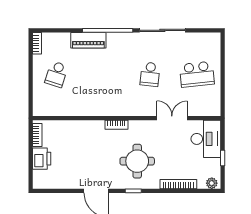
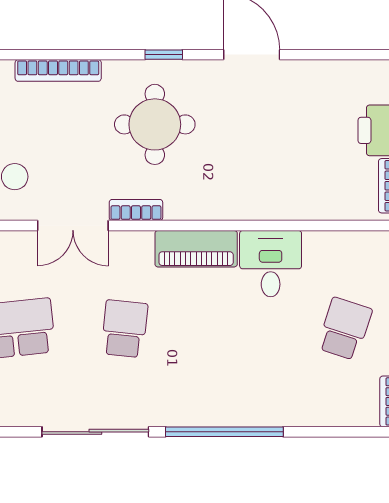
piano: (88, 40) -> (196, 249), moved, turned 180
desk: (88, 102) -> (271, 264), added
bookcase: (116, 125) -> (136, 210), moved

